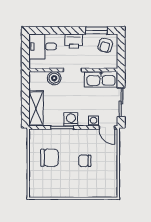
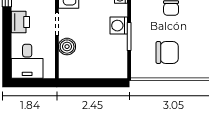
shelving: (36, 108) -> (105, 69), removed
chair: (49, 158) -> (167, 52), turned 90

